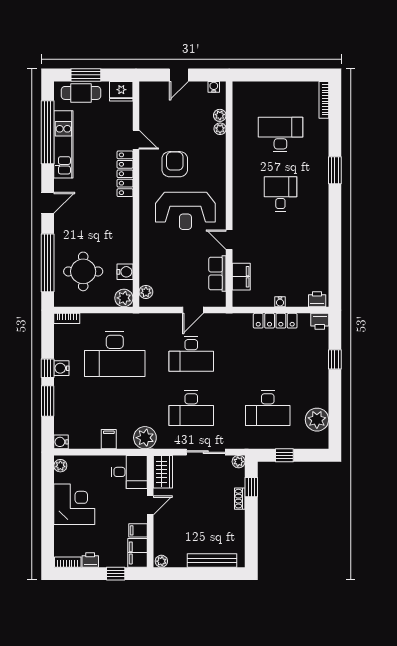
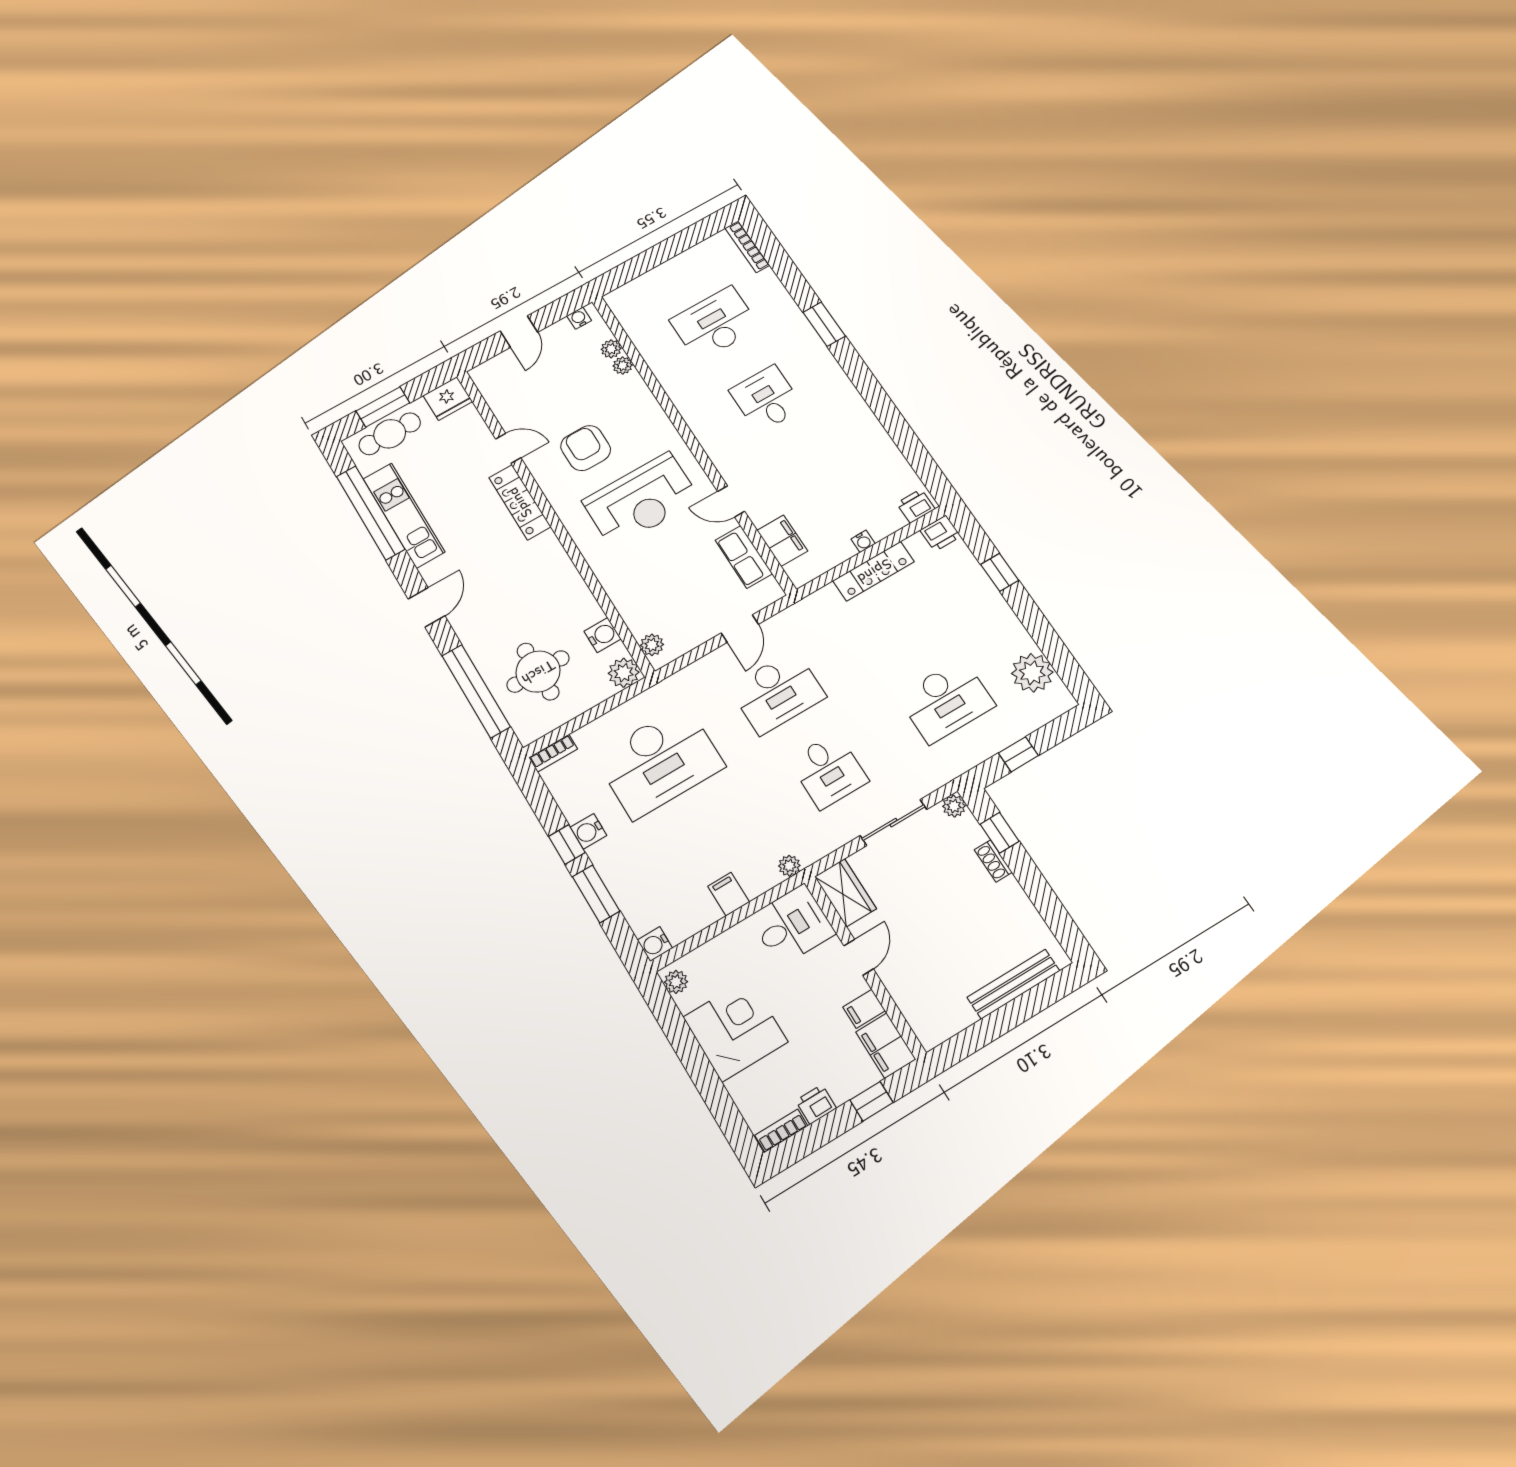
desk: (191, 408) -> (828, 771), width x0.73
plant: (145, 438) -> (789, 866), width x0.53, depth x0.53
plant: (161, 561) -> (933, 1035), removed

